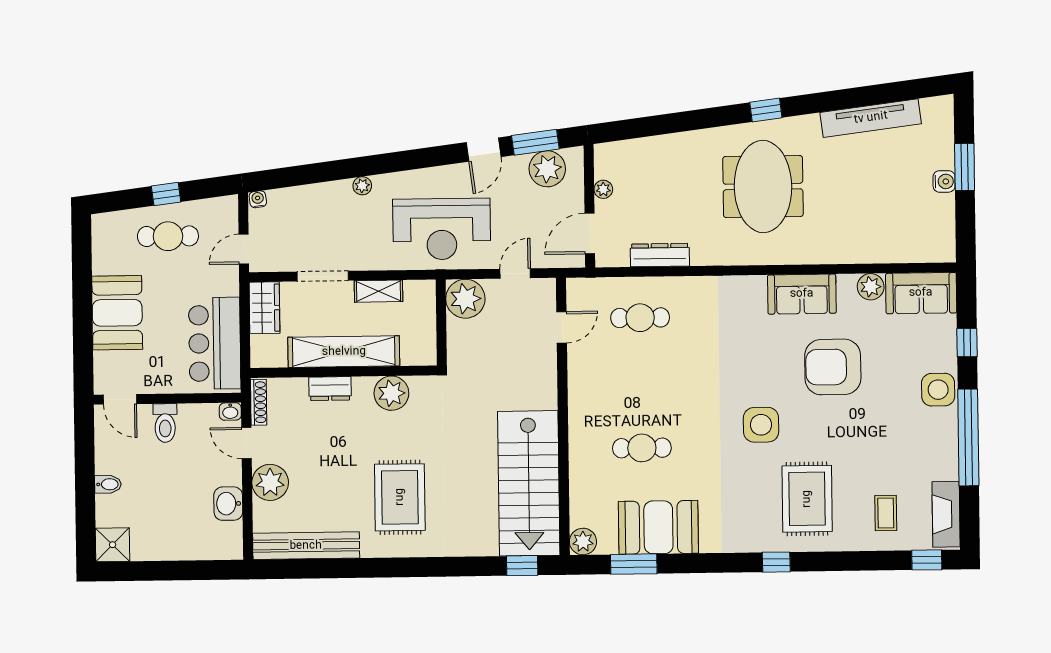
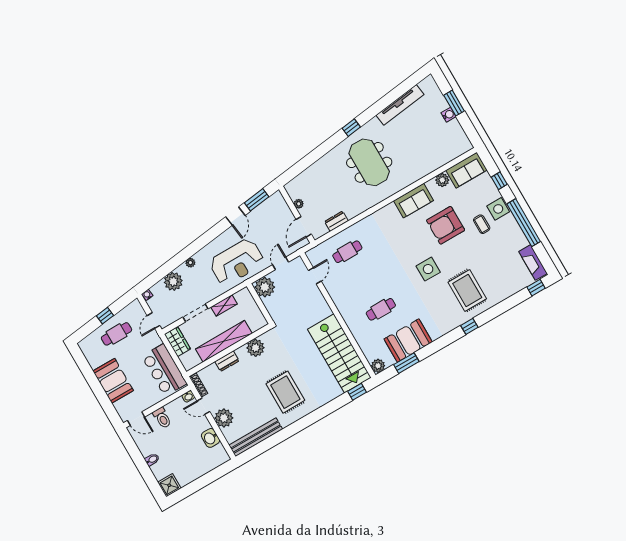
plant: (547, 169) -> (173, 281), moved
dresser: (660, 255) -> (336, 221), width x0.70
coffee table: (886, 513) -> (482, 224), moved

